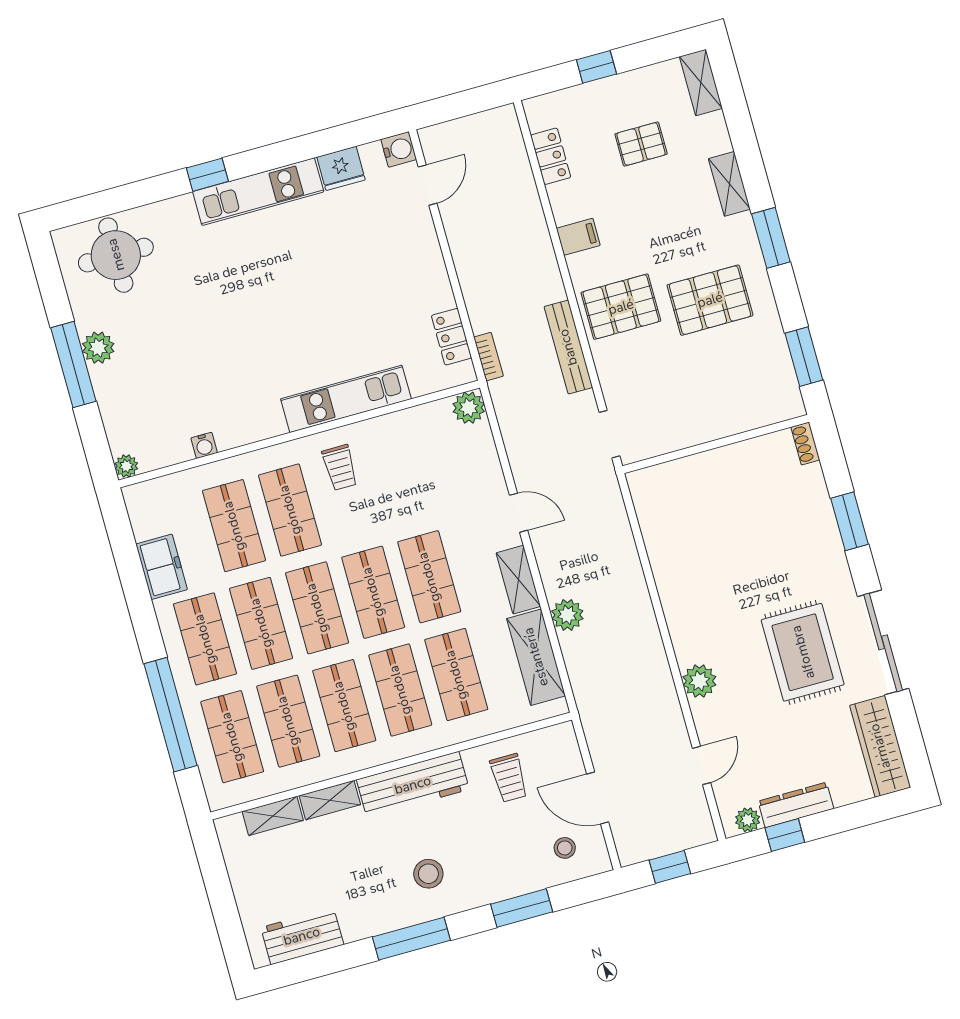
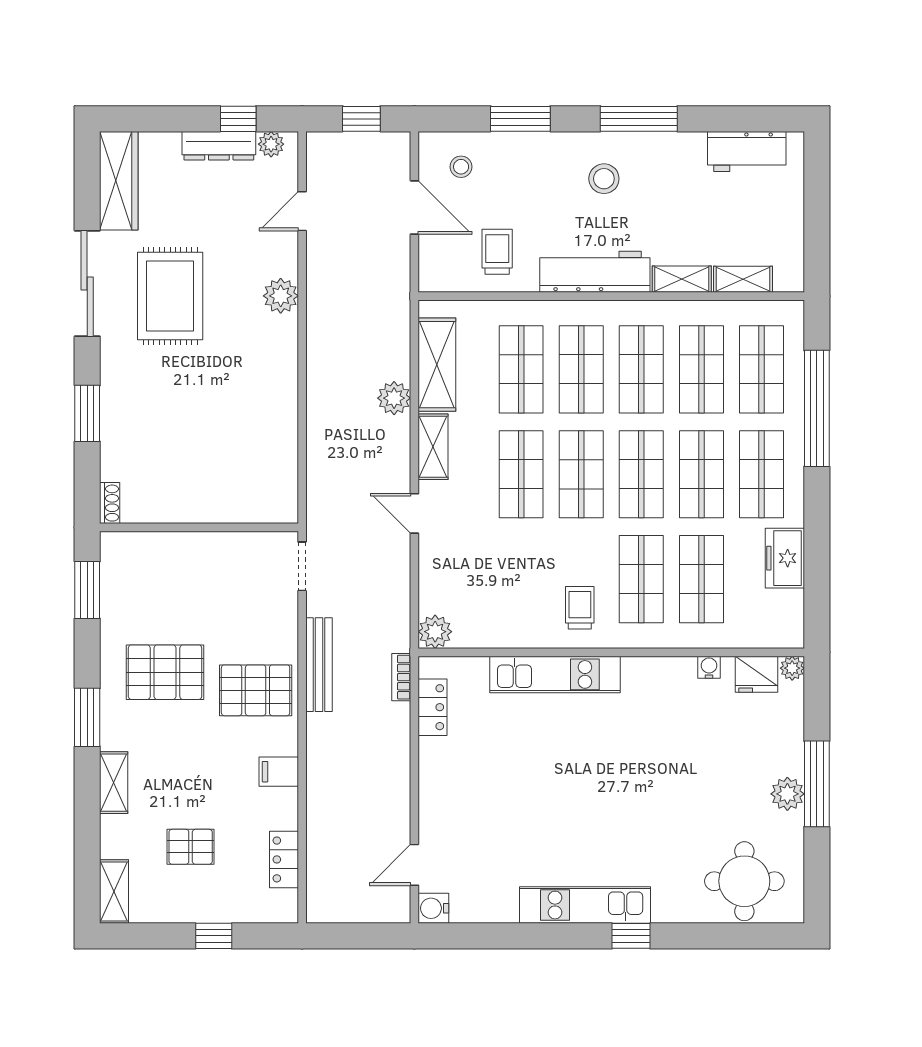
fridge: (341, 168) -> (757, 674), moved, turned 180

